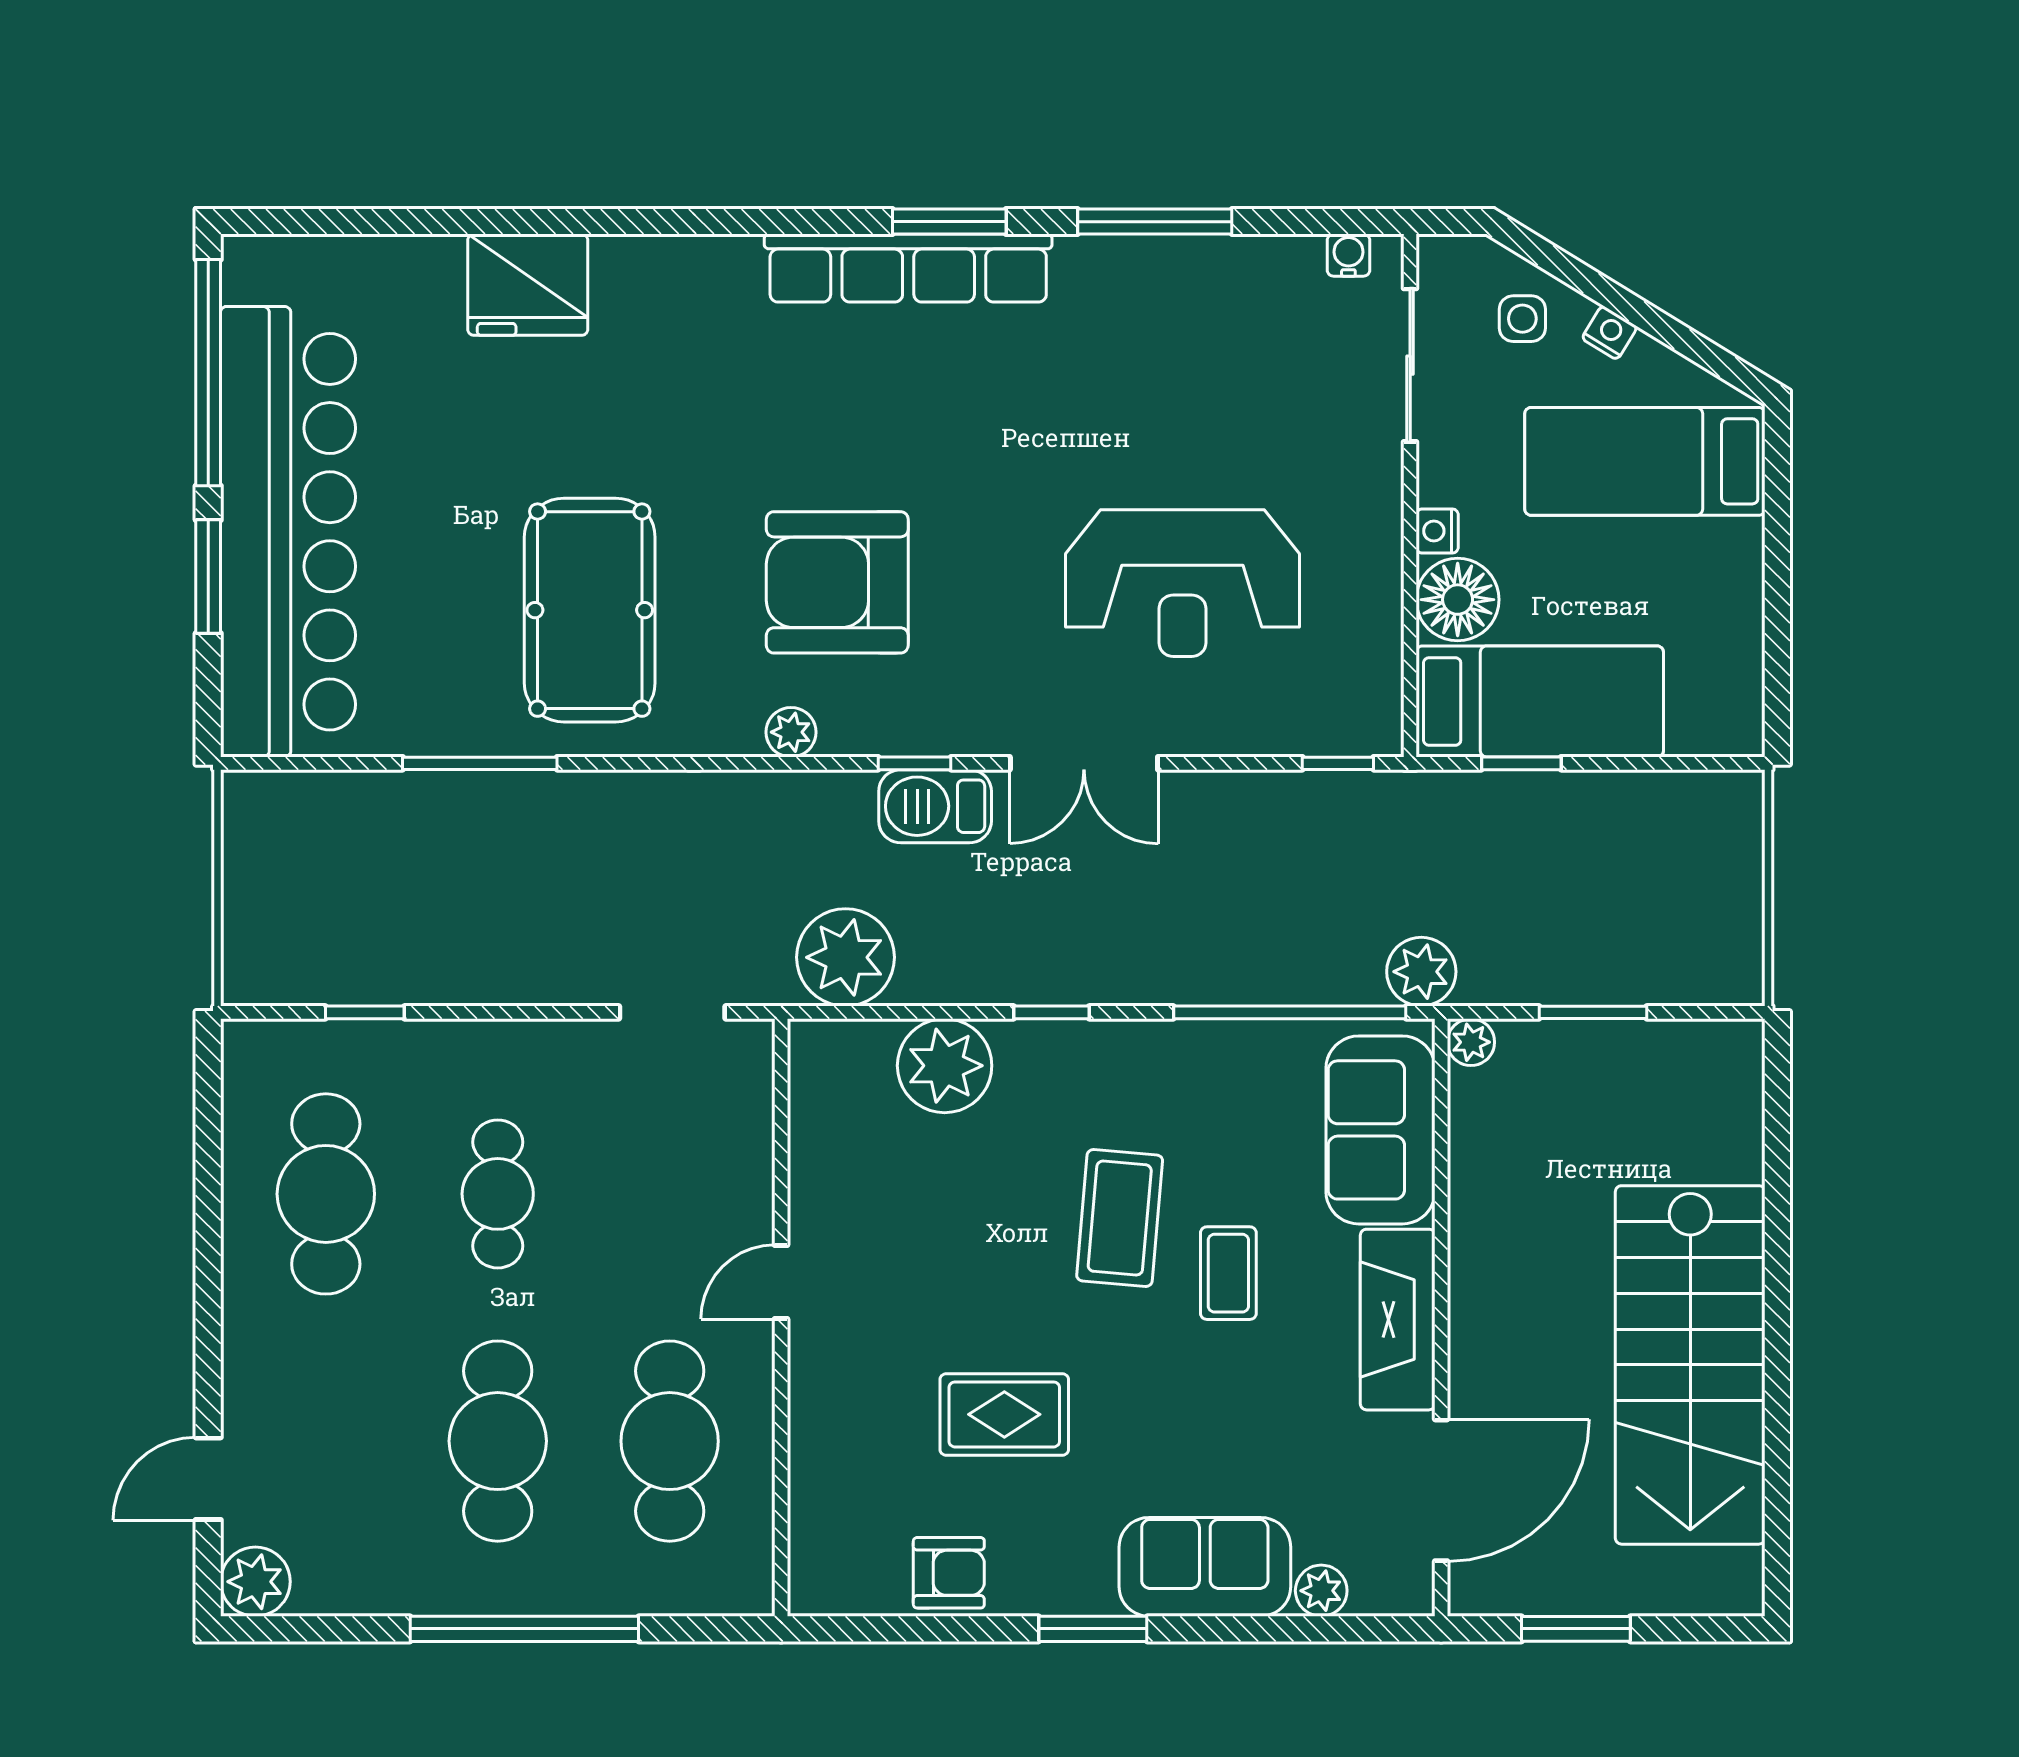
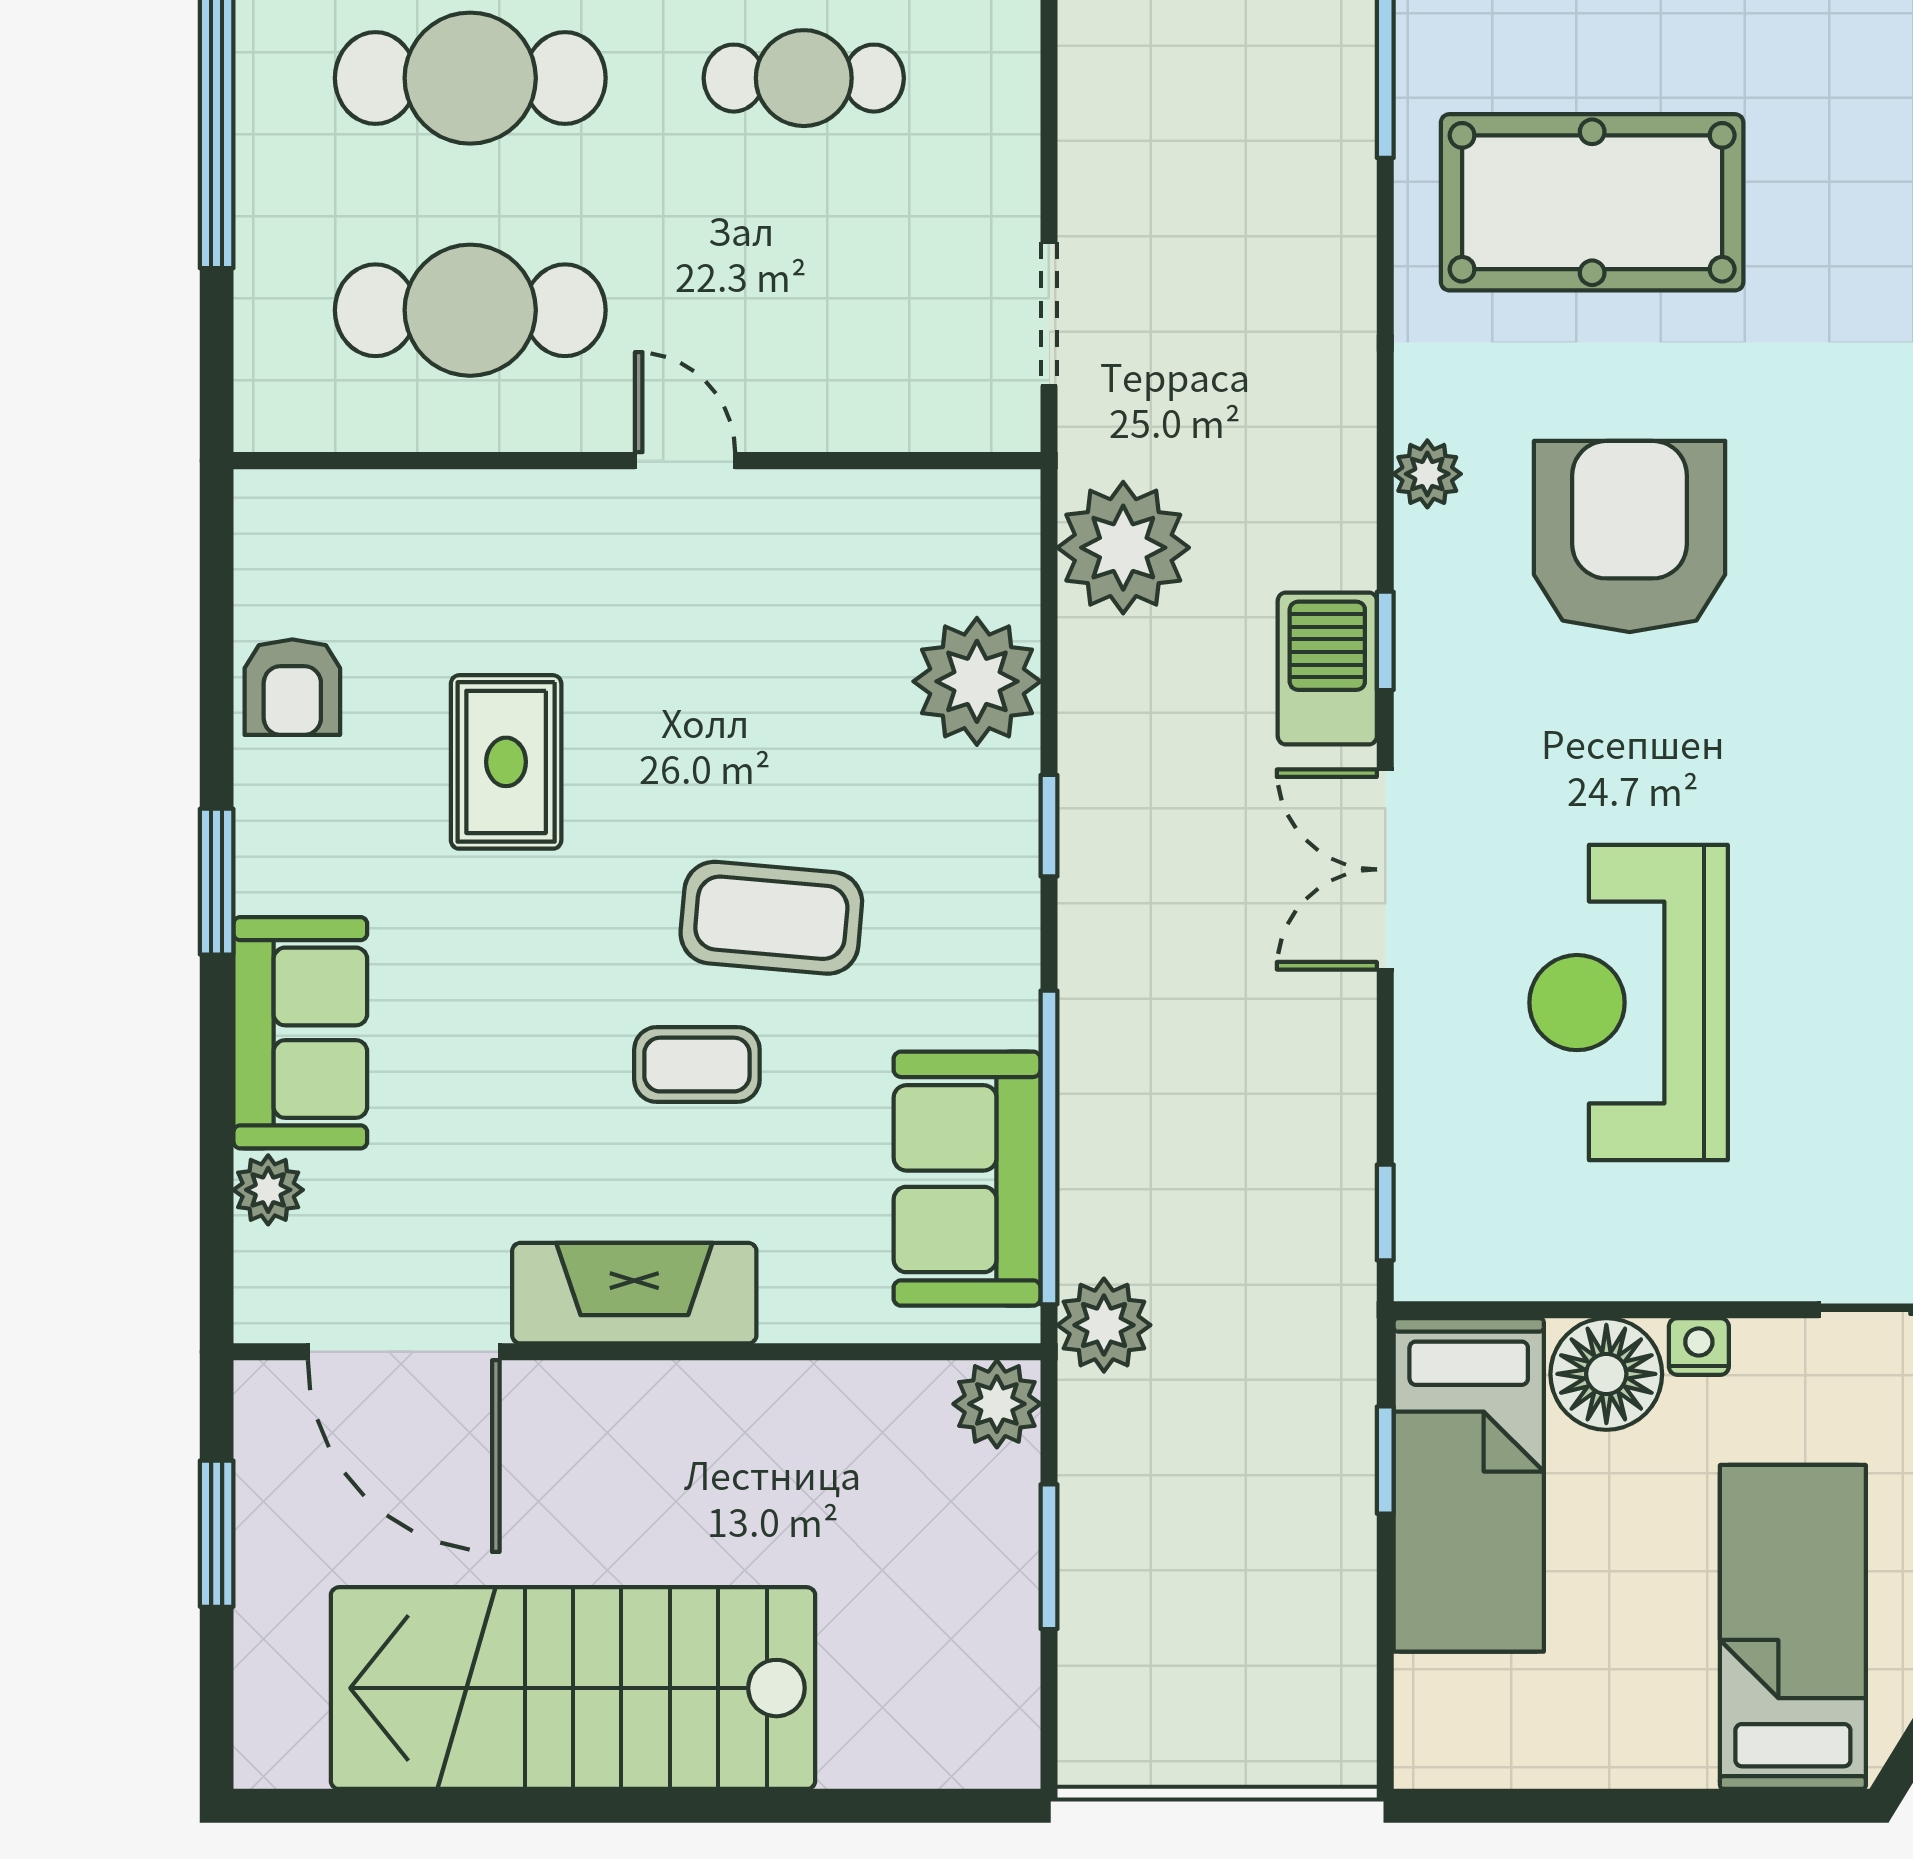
plant: (1471, 1042) -> (997, 1404), width x1.38, depth x1.38
sofa: (1380, 1130) -> (967, 1179), moved, turned -90

